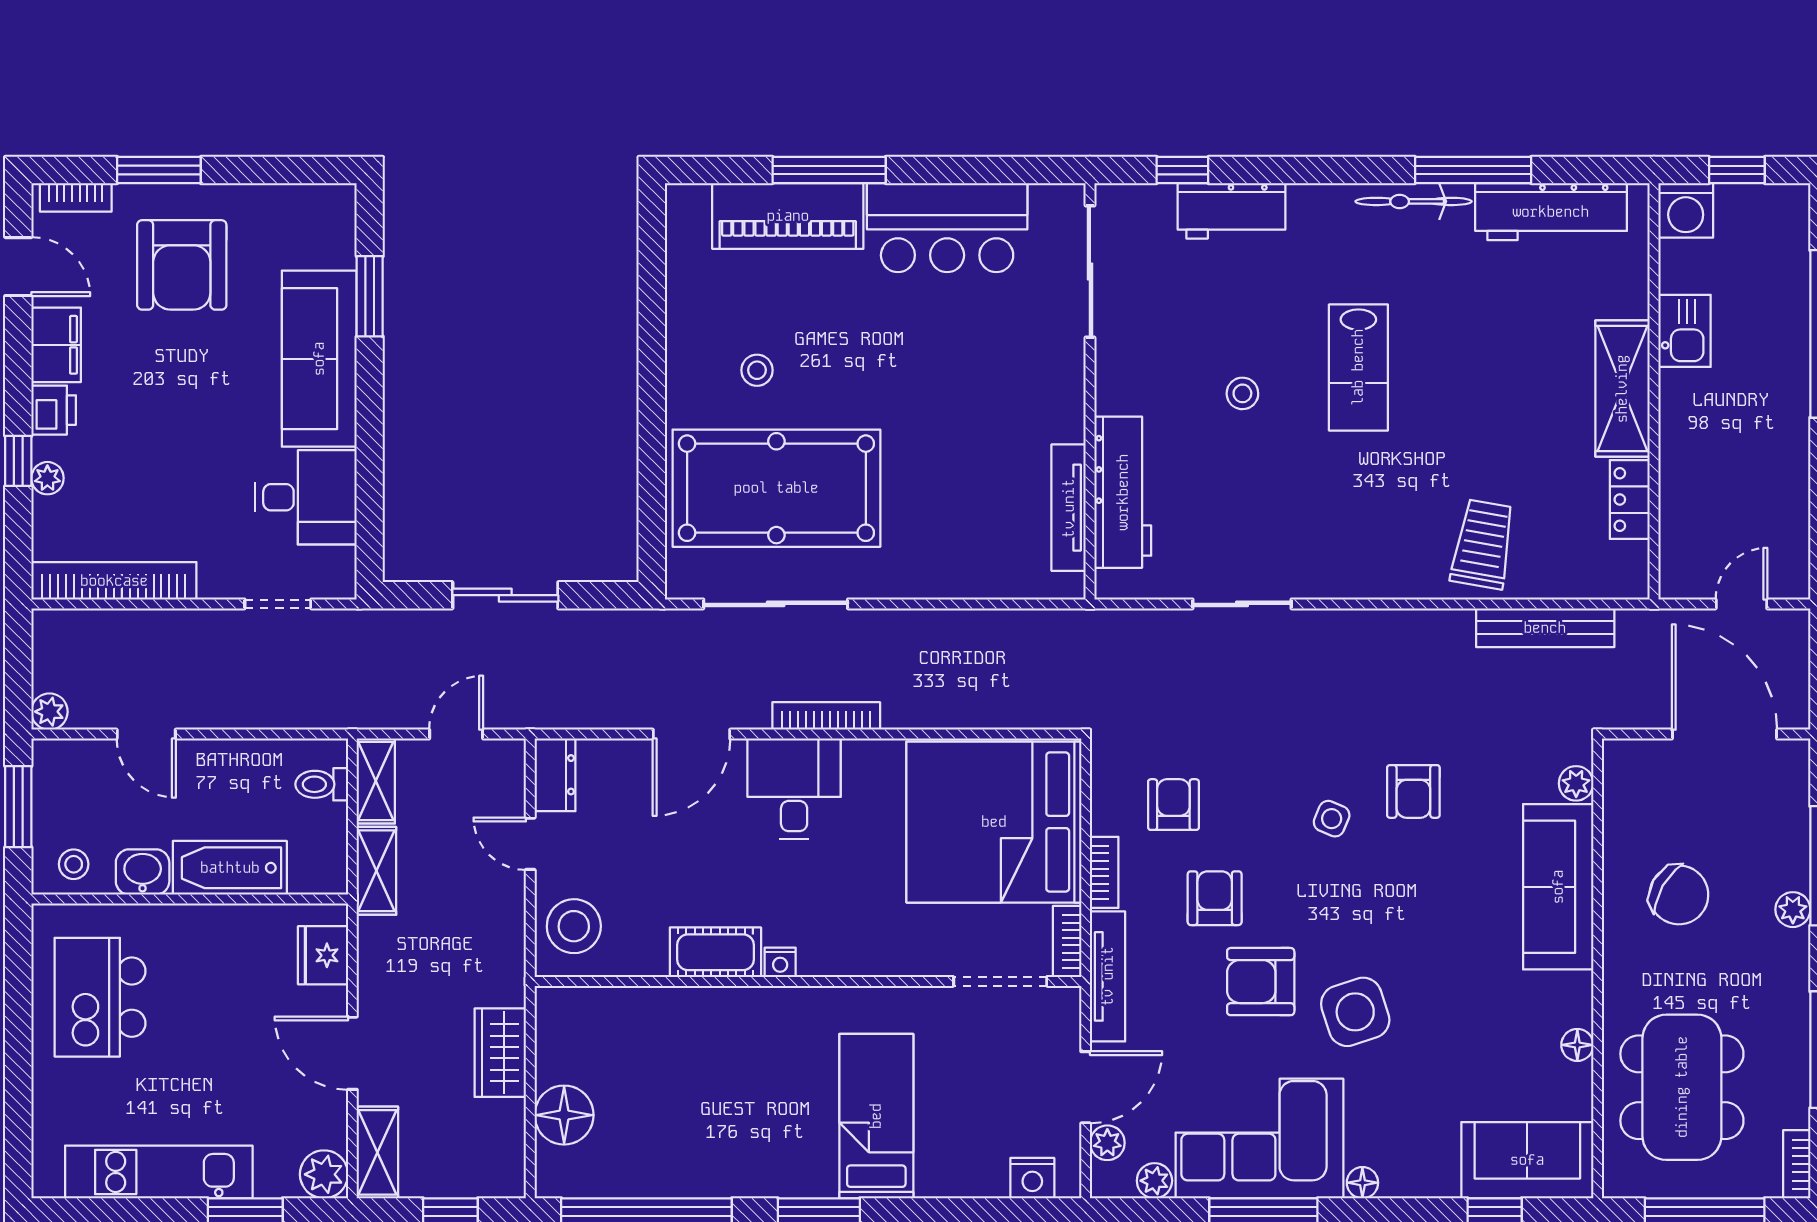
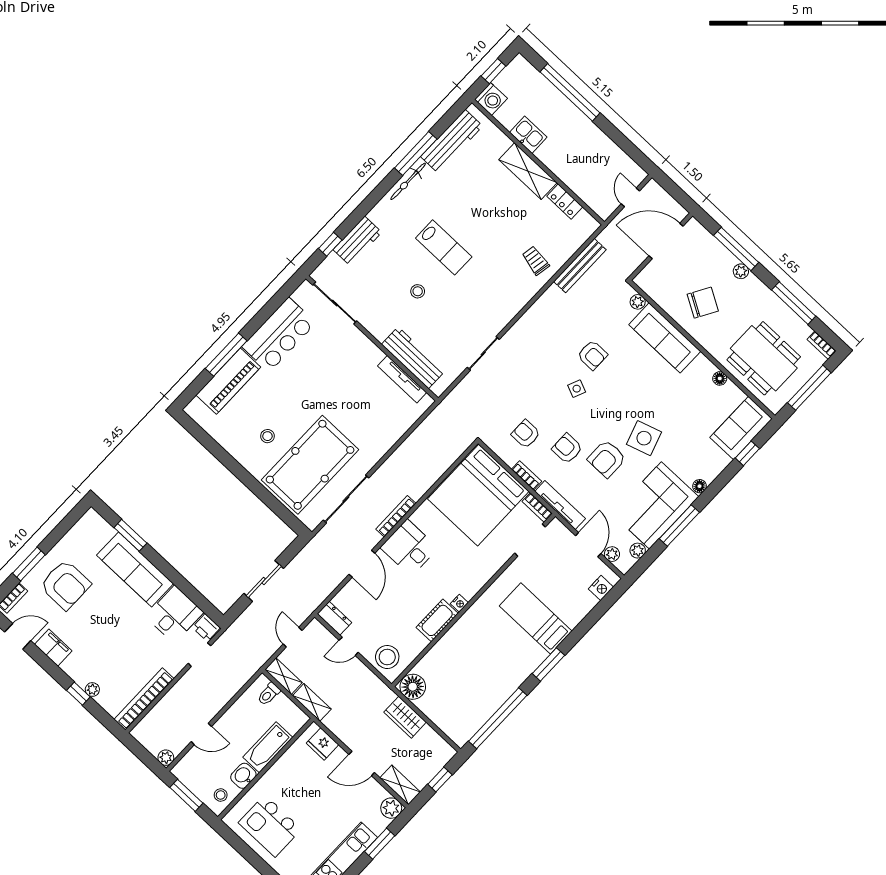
printer: (54, 410) -> (206, 628), moved, turned 180
trolley: (1483, 544) -> (536, 261), width x0.73, depth x0.72
floor lamp: (564, 1115) -> (413, 687), moved

